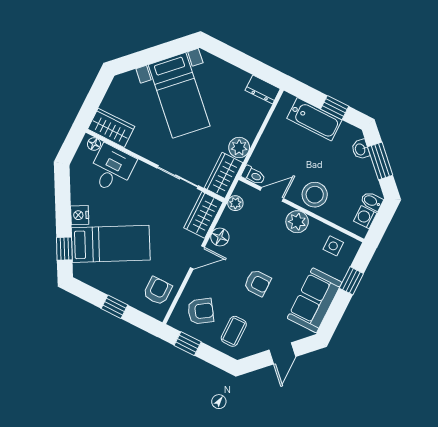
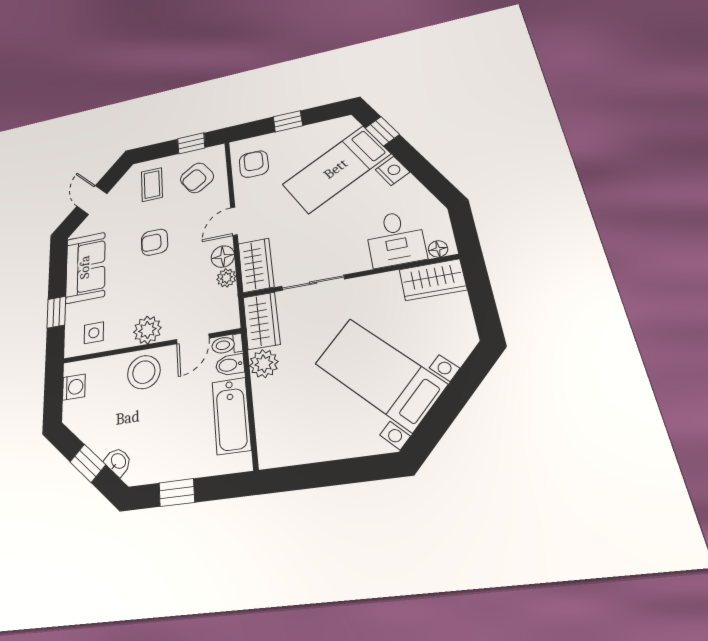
dresser: (263, 90) -> (281, 453), removed
bathtub: (314, 119) -> (231, 416), moved, turned -90
window: (380, 161) -> (88, 463), width x0.67
bidet: (372, 201) -> (230, 365), moved, turned 180
plant: (235, 203) -> (226, 278), moved
armchair: (158, 291) -> (254, 164), turned 180

